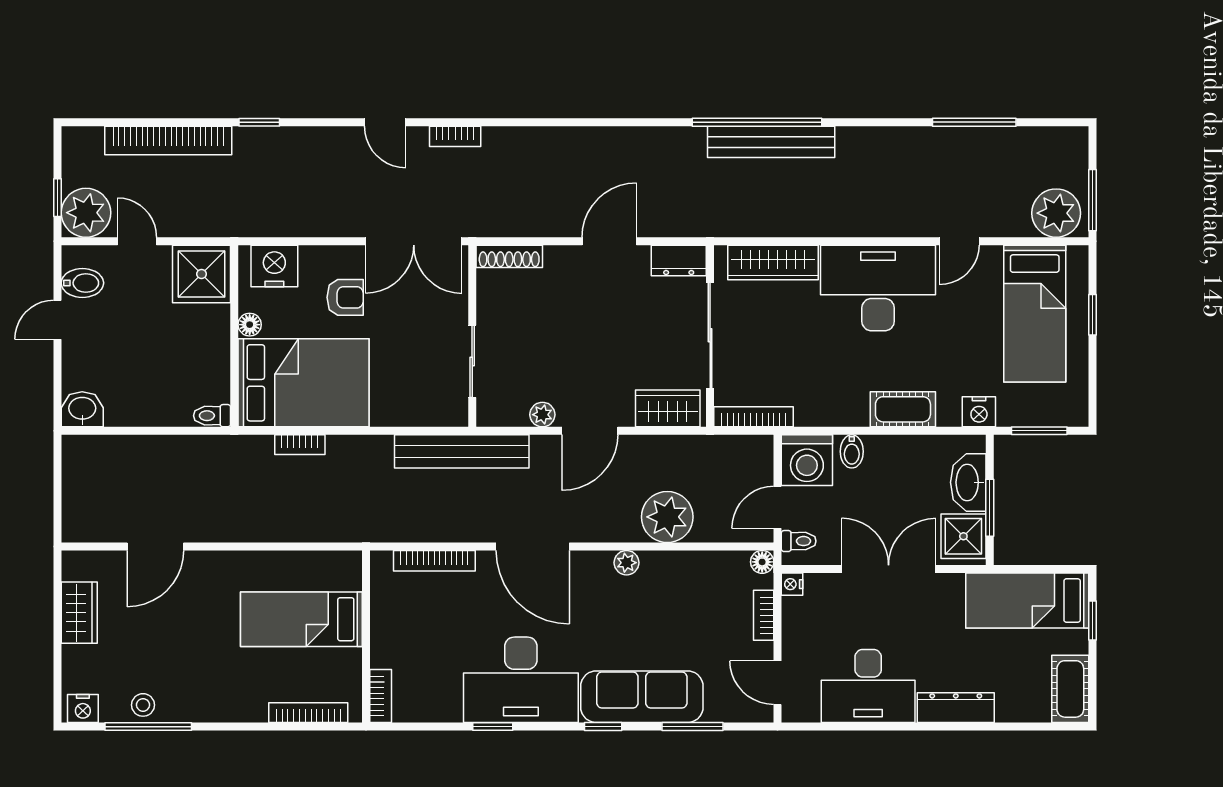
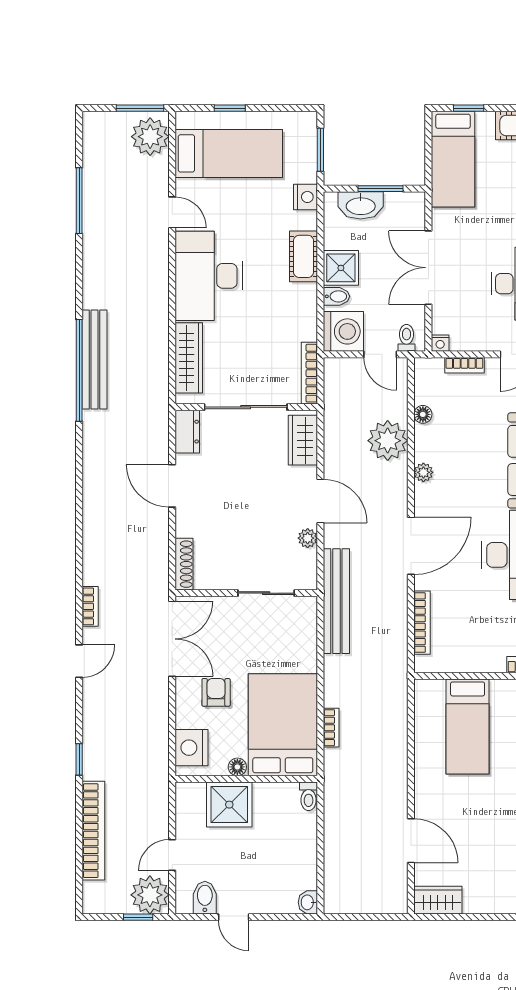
shower: (202, 274) -> (229, 805), moved
washbasin: (82, 409) -> (308, 902), width x0.72, depth x0.69
shower: (963, 536) -> (341, 268), moved
floor lamp: (762, 562) -> (423, 414), moved
wardrobe: (79, 613) -> (438, 900), moved

